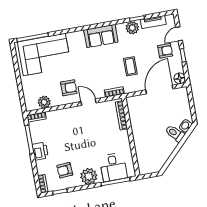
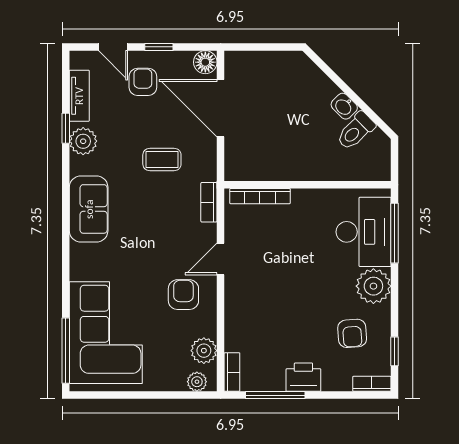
plant: (29, 101) -> (197, 382), added
washbasin: (186, 126) -> (344, 106), moved
toilet: (175, 133) -> (356, 131), moved
desk: (113, 167) -> (364, 232), width x1.37

